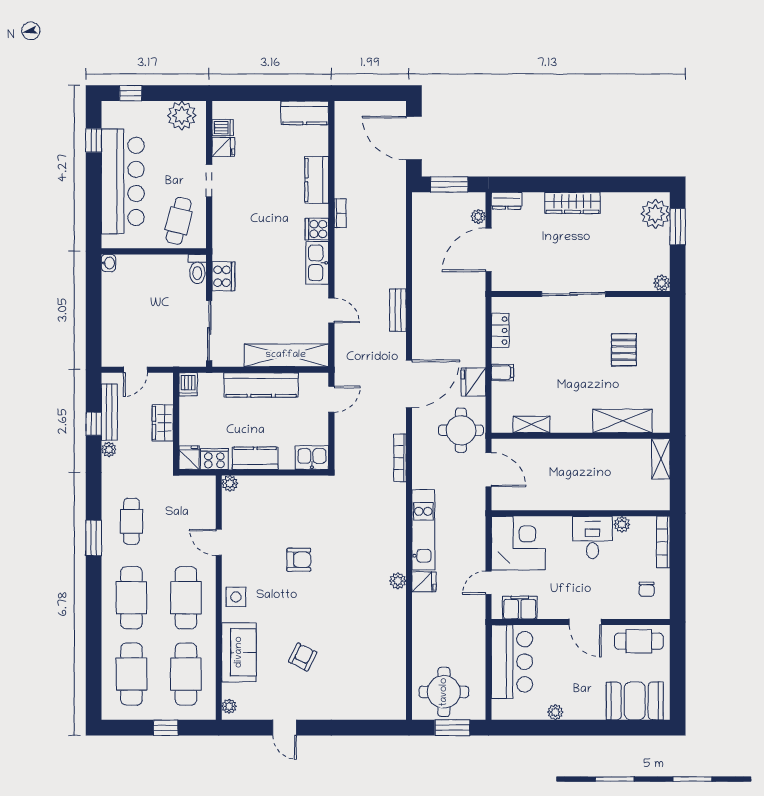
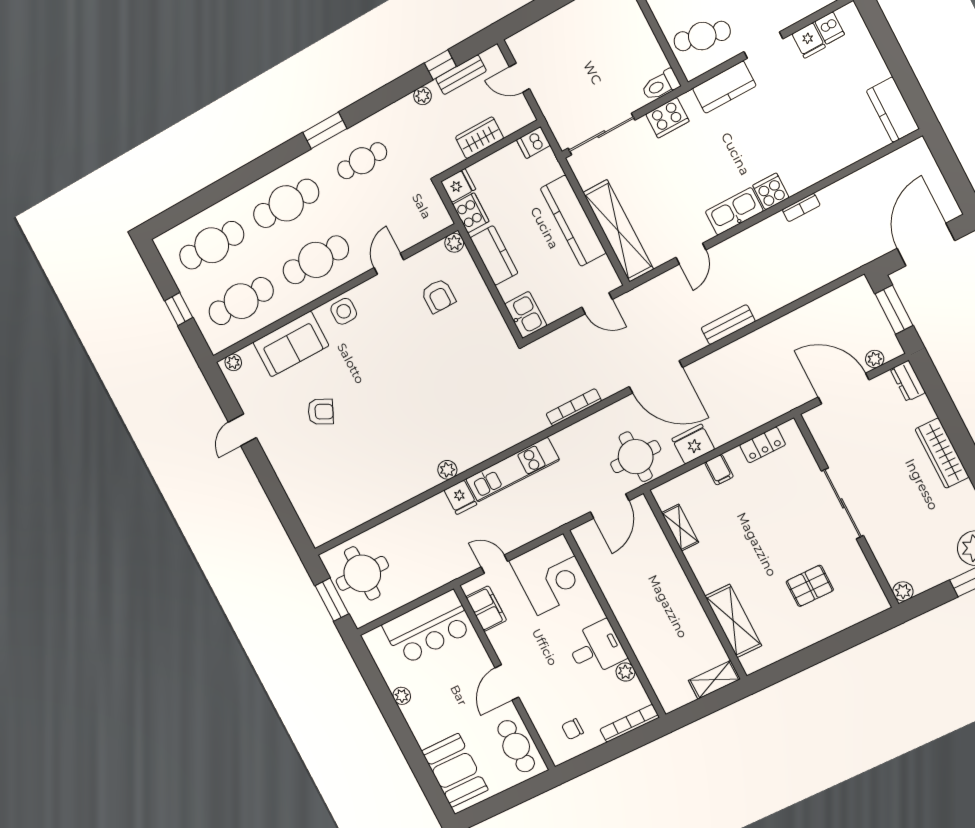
kitchen counter: (317, 180) -> (724, 87), moved, turned 180
bench: (109, 412) -> (461, 75), width x0.73
armchair: (299, 560) -> (438, 296), moved

